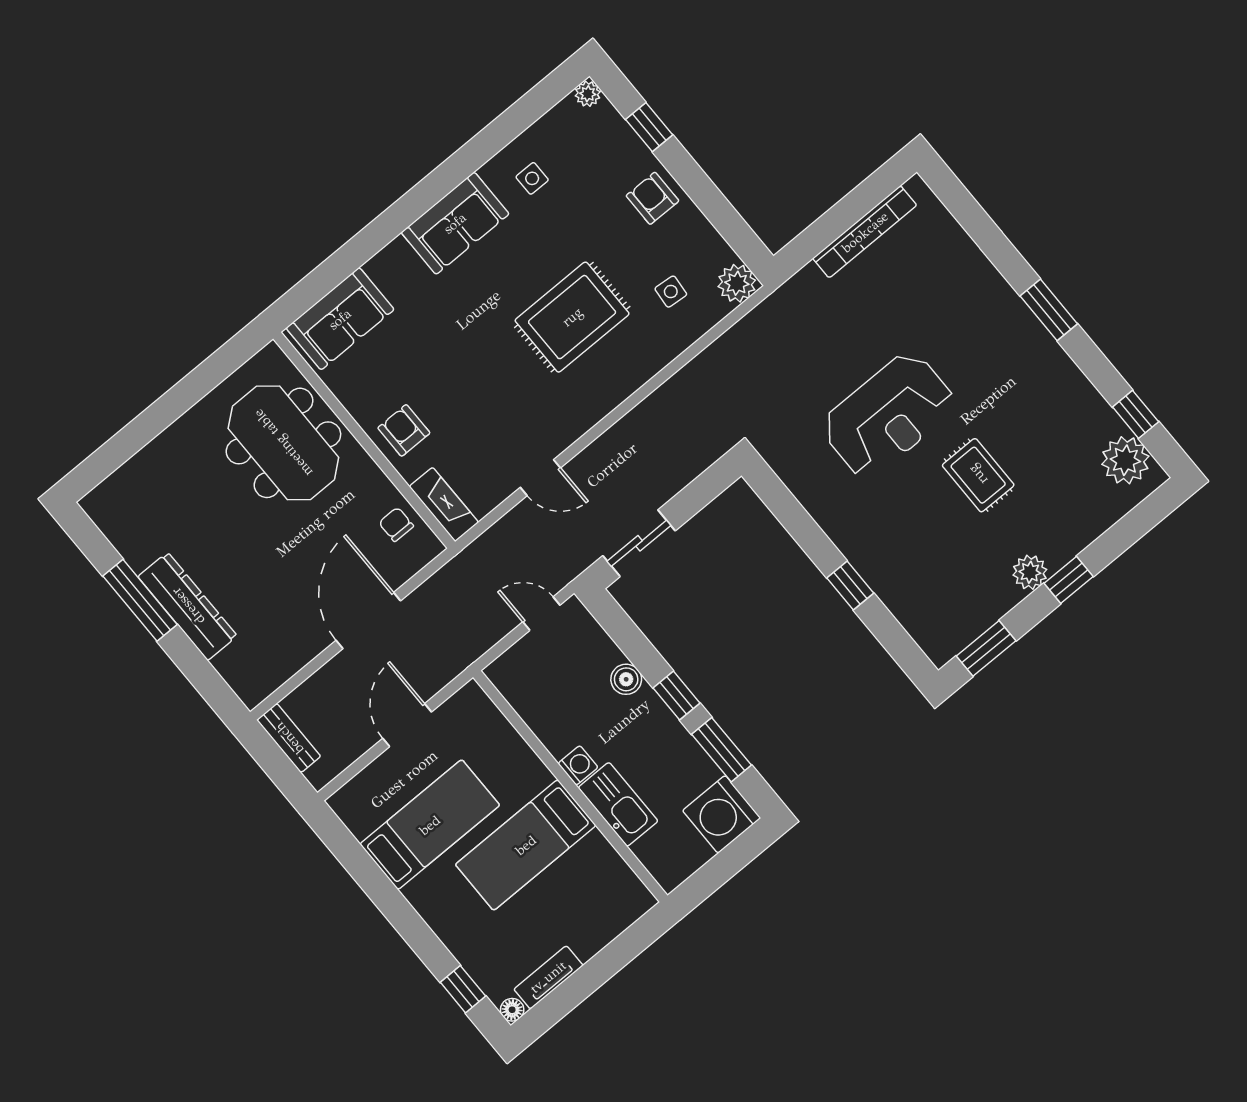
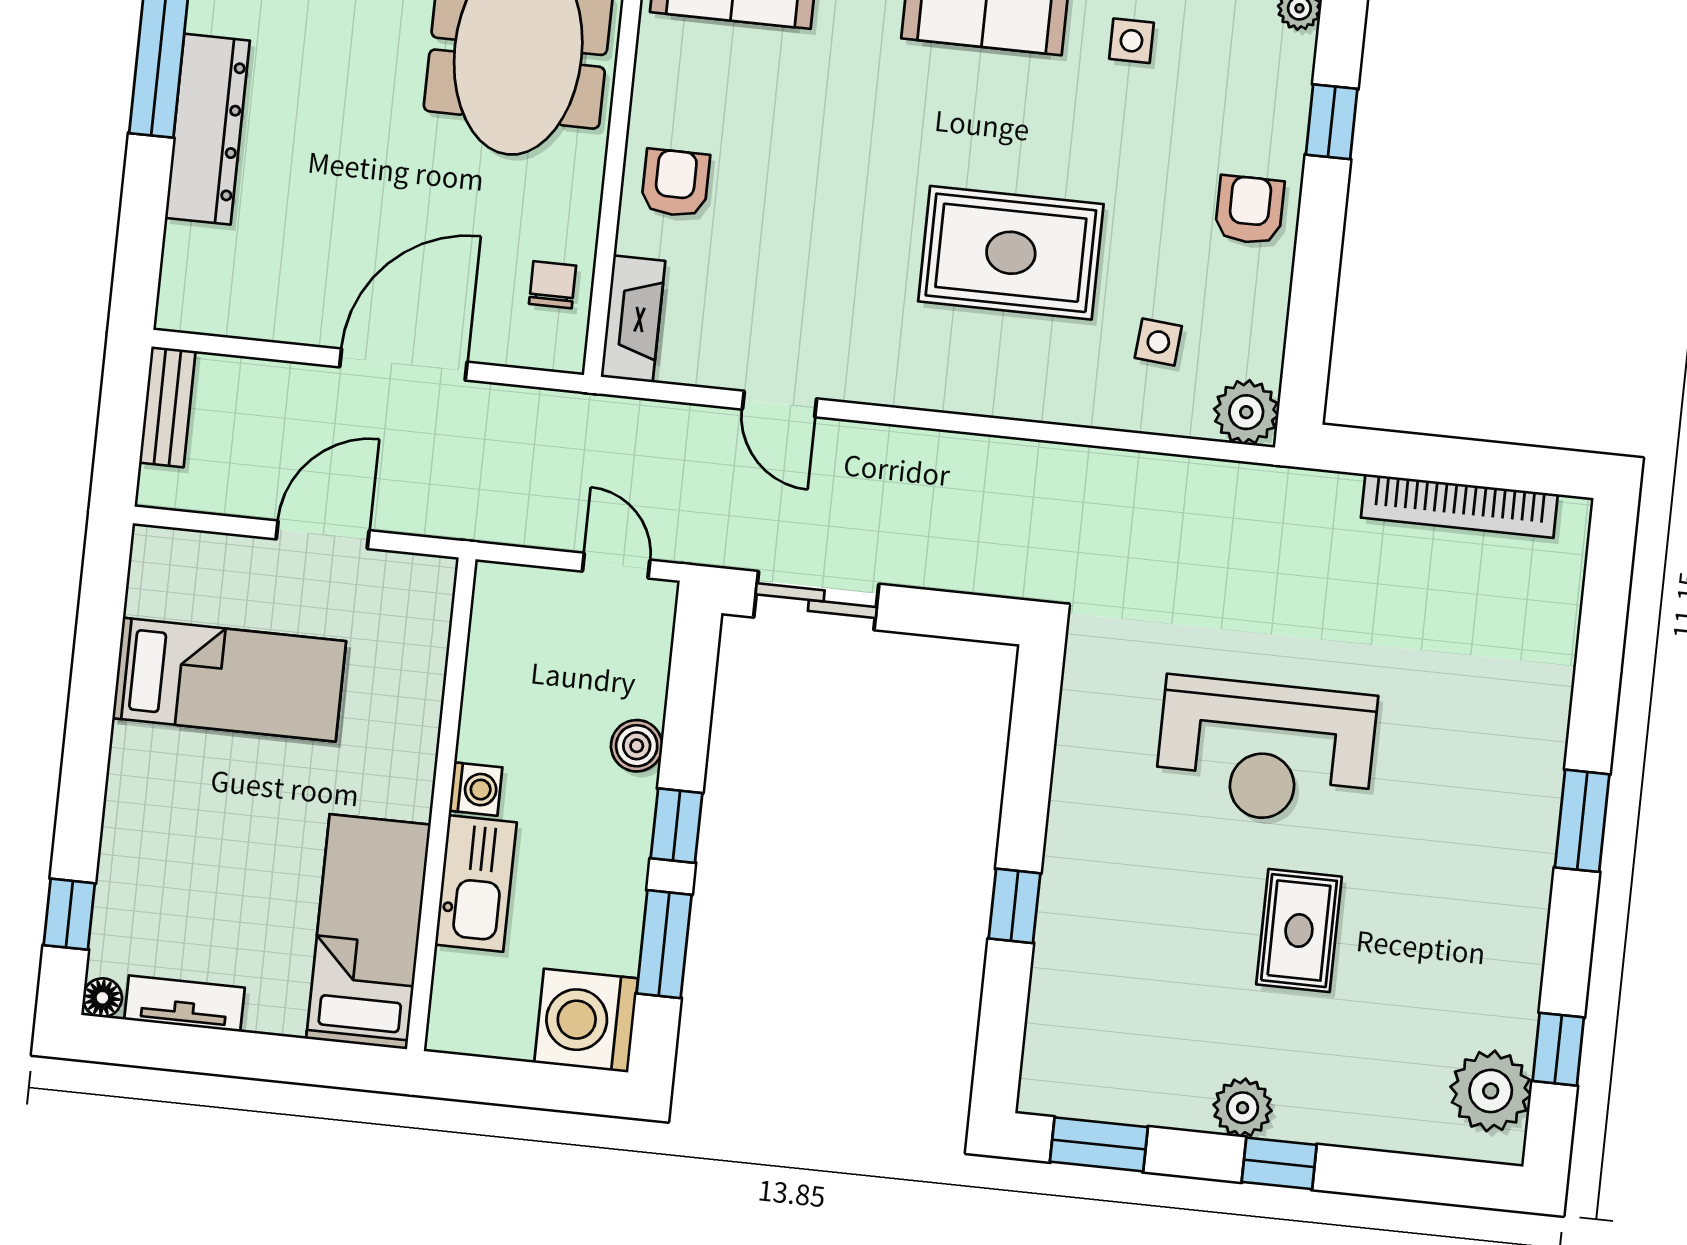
bed: (526, 845) -> (368, 932), moved, turned 90

